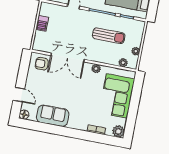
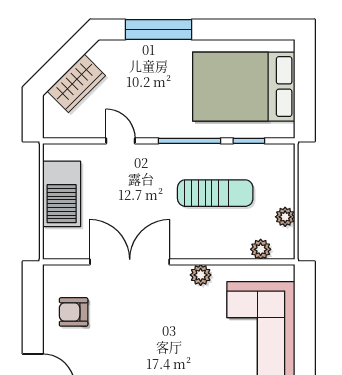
barbecue: (42, 23) -> (62, 194), width x1.88, depth x1.53
double door: (68, 58) -> (130, 262), swing flipped
armchair: (42, 64) -> (74, 312), moved

